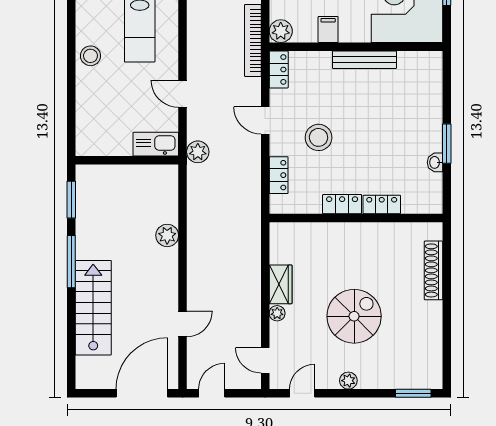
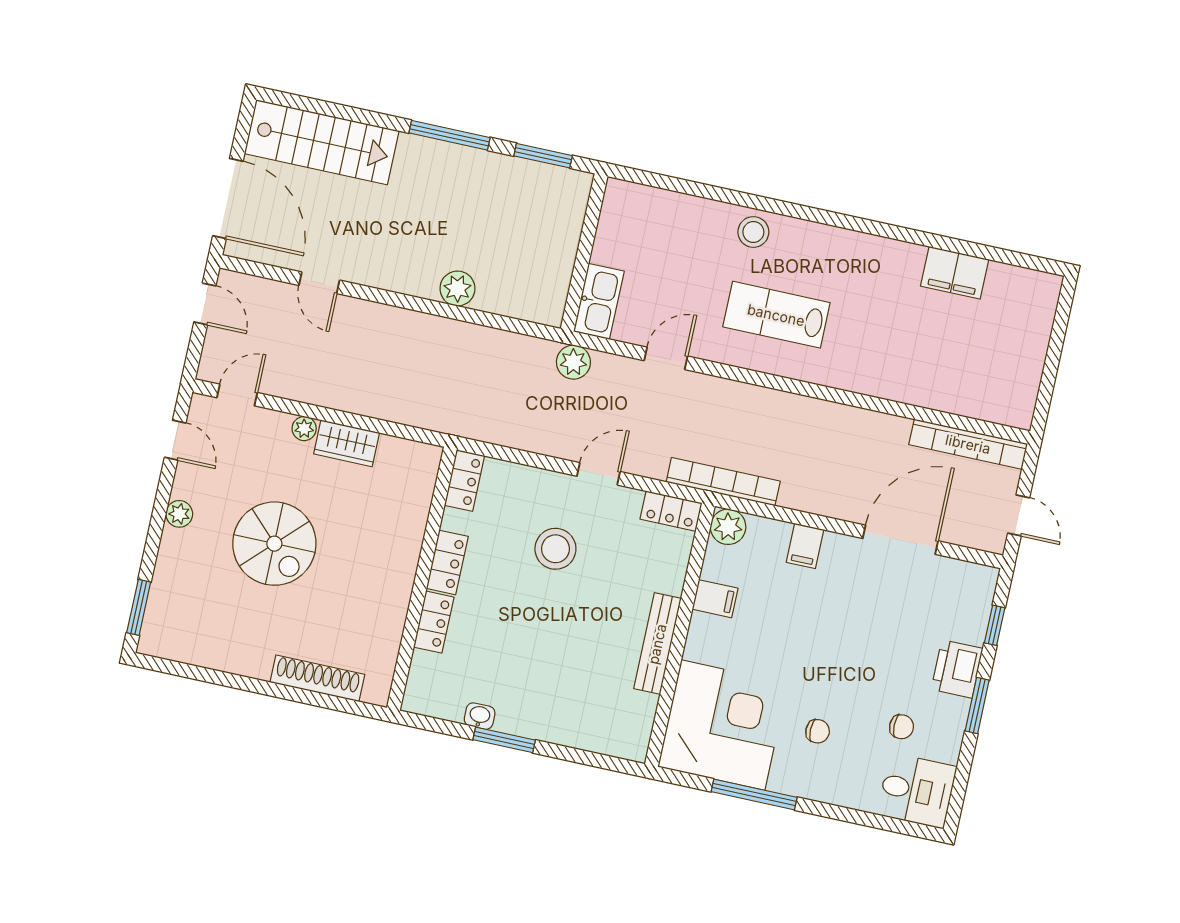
locker: (279, 175) -> (465, 480), moved, turned -90
stairs: (93, 308) -> (322, 142), moved

